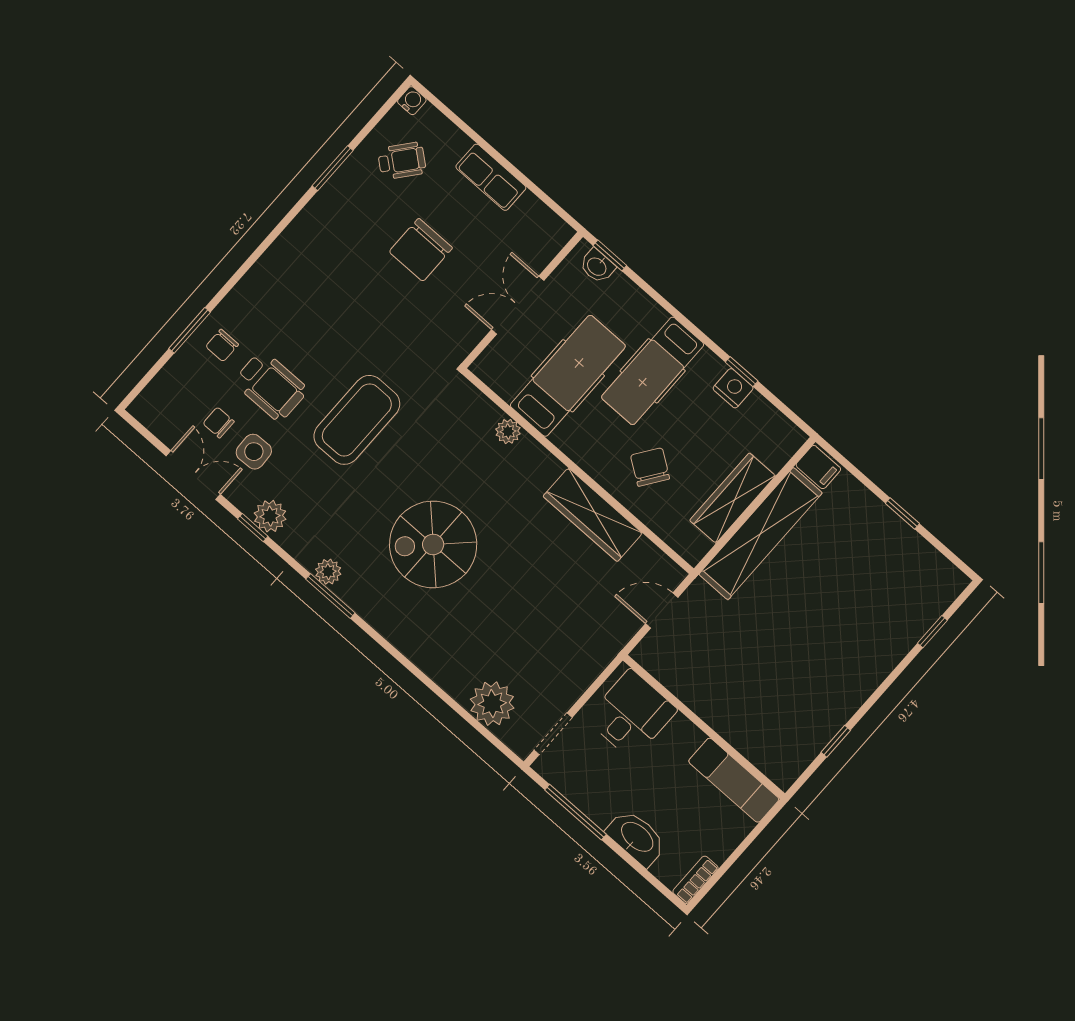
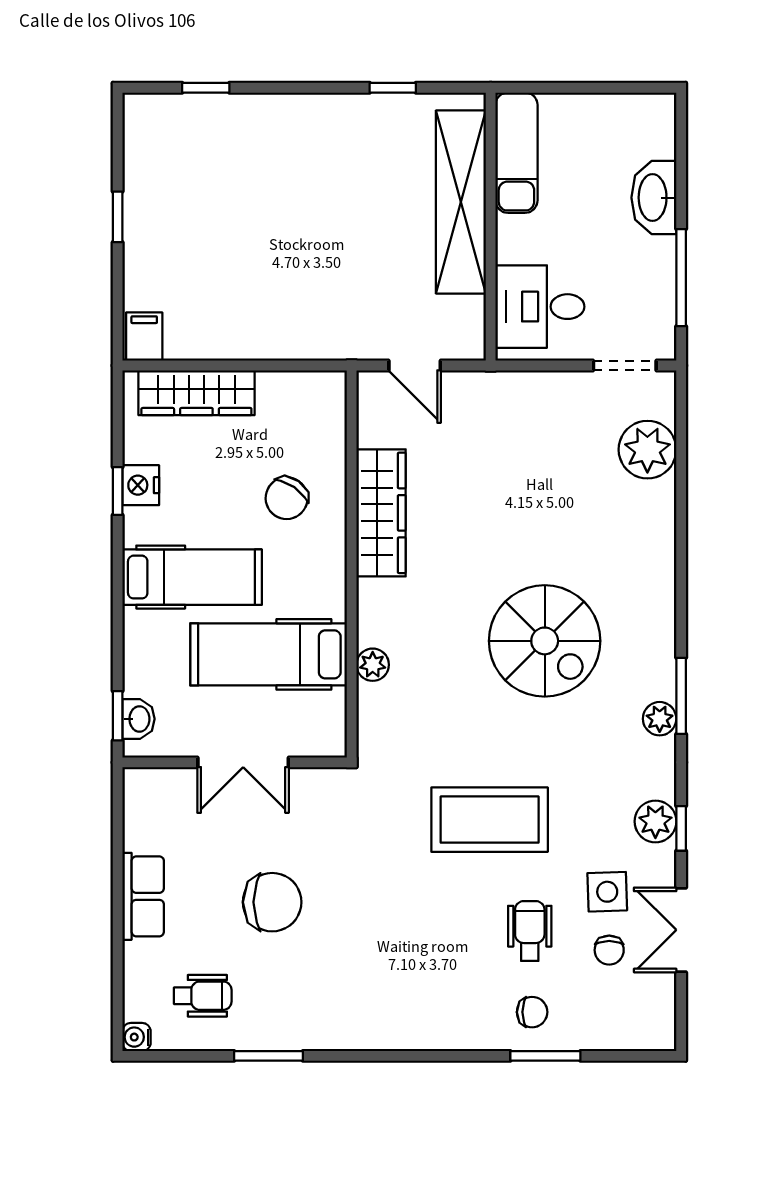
wheelchair: (402, 161) -> (203, 996), turned 141
wheelchair: (271, 386) -> (530, 931), width x0.73, depth x0.73
wardrobe: (733, 498) -> (196, 393), moved
shelving: (761, 534) -> (461, 202), moved, turned 90
bookcase: (695, 880) -> (645, 105), removed

